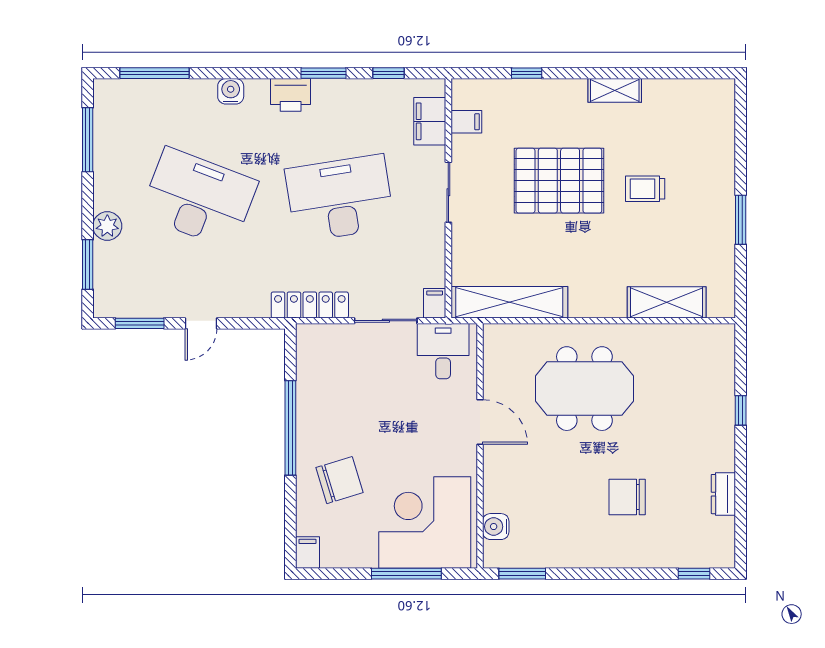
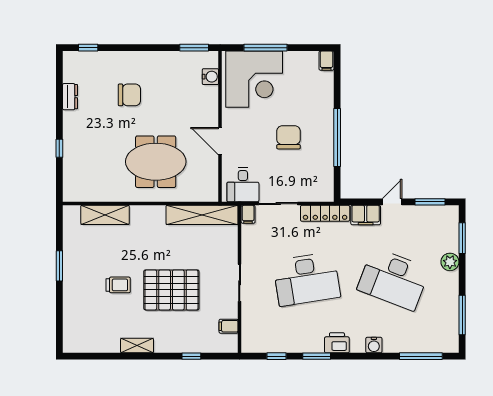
filing cabinet: (430, 121) -> (366, 215), moved, turned 90
chair: (340, 480) -> (289, 137), moved, turned 107

